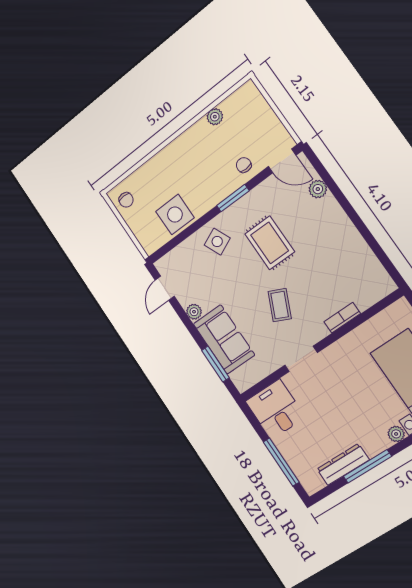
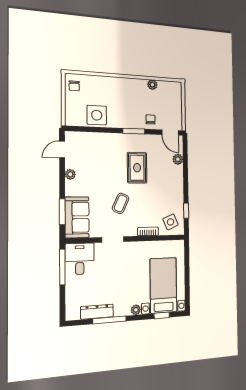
side table: (217, 242) -> (171, 222), moved
window: (379, 252) -> (186, 211), added
sofa: (224, 339) -> (77, 217), moved
window: (281, 462) -> (62, 267), moved

